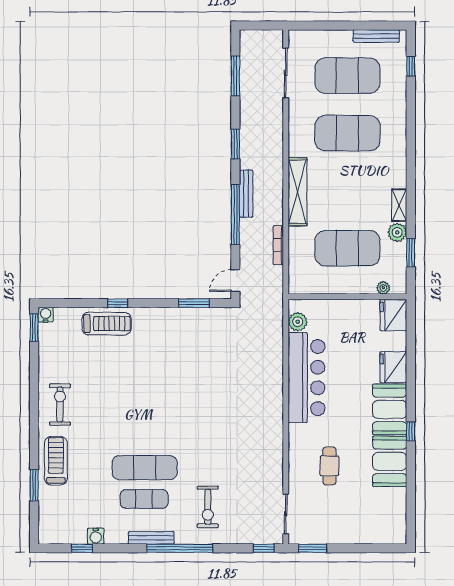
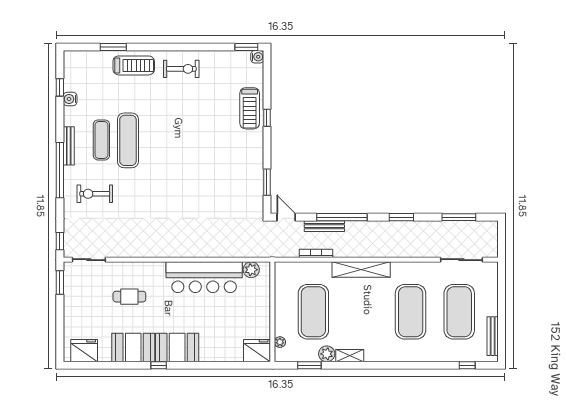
bench: (246, 194) -> (324, 226), moved
fridge: (393, 367) -> (84, 351), moved

